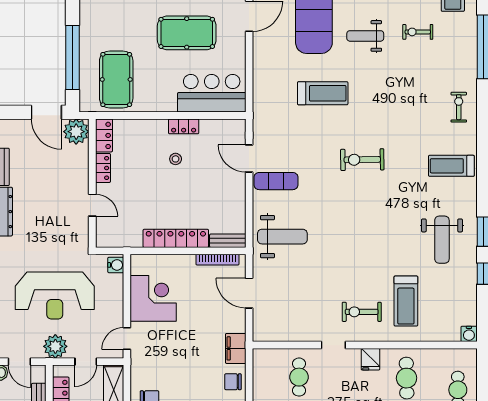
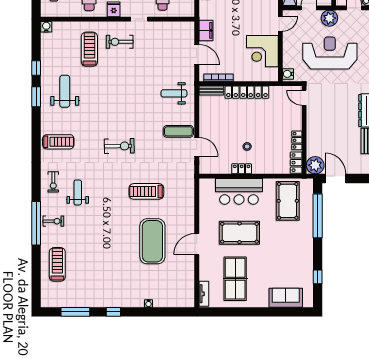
exercise bike: (418, 32) -> (53, 221), moved
weight bench: (365, 36) -> (78, 192), moved, turned -90
bar counter: (212, 93) -> (239, 191), moved
door: (92, 205) -> (304, 98), moved
weight bench: (282, 237) -> (174, 93), width x0.73, depth x0.75
exercise bike: (362, 312) -> (120, 42), turned 180
filing cabinet: (236, 348) -> (206, 30), moved

